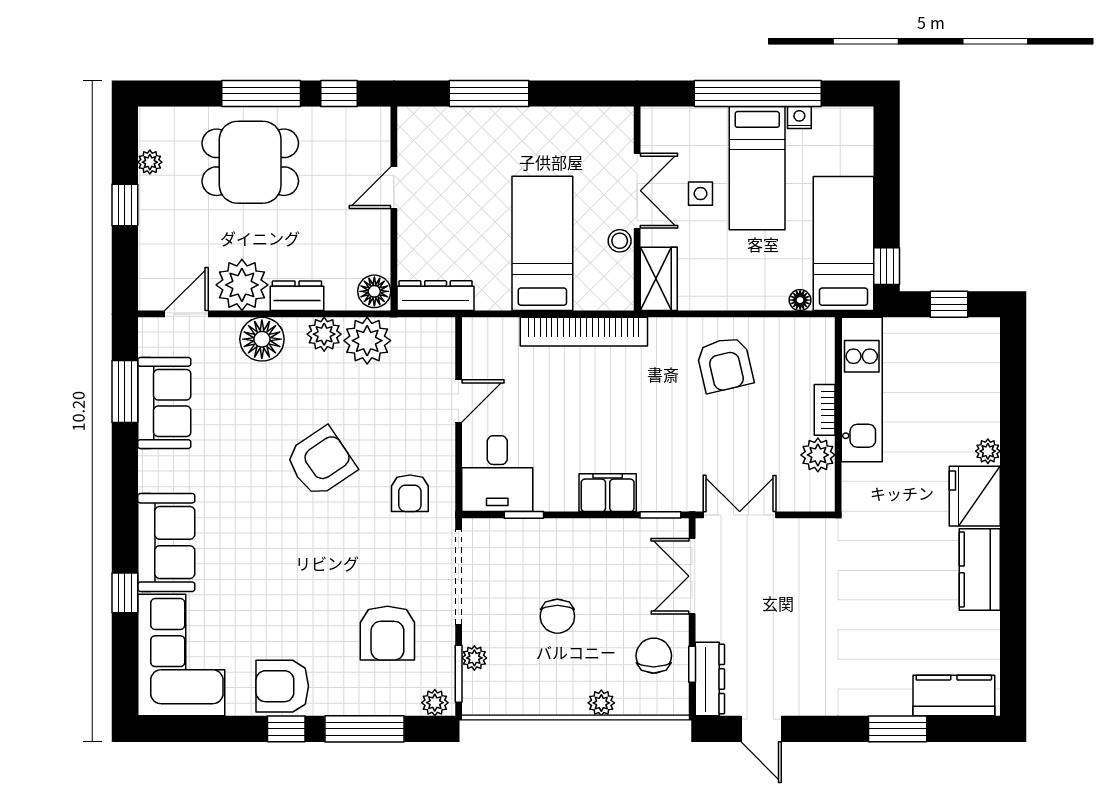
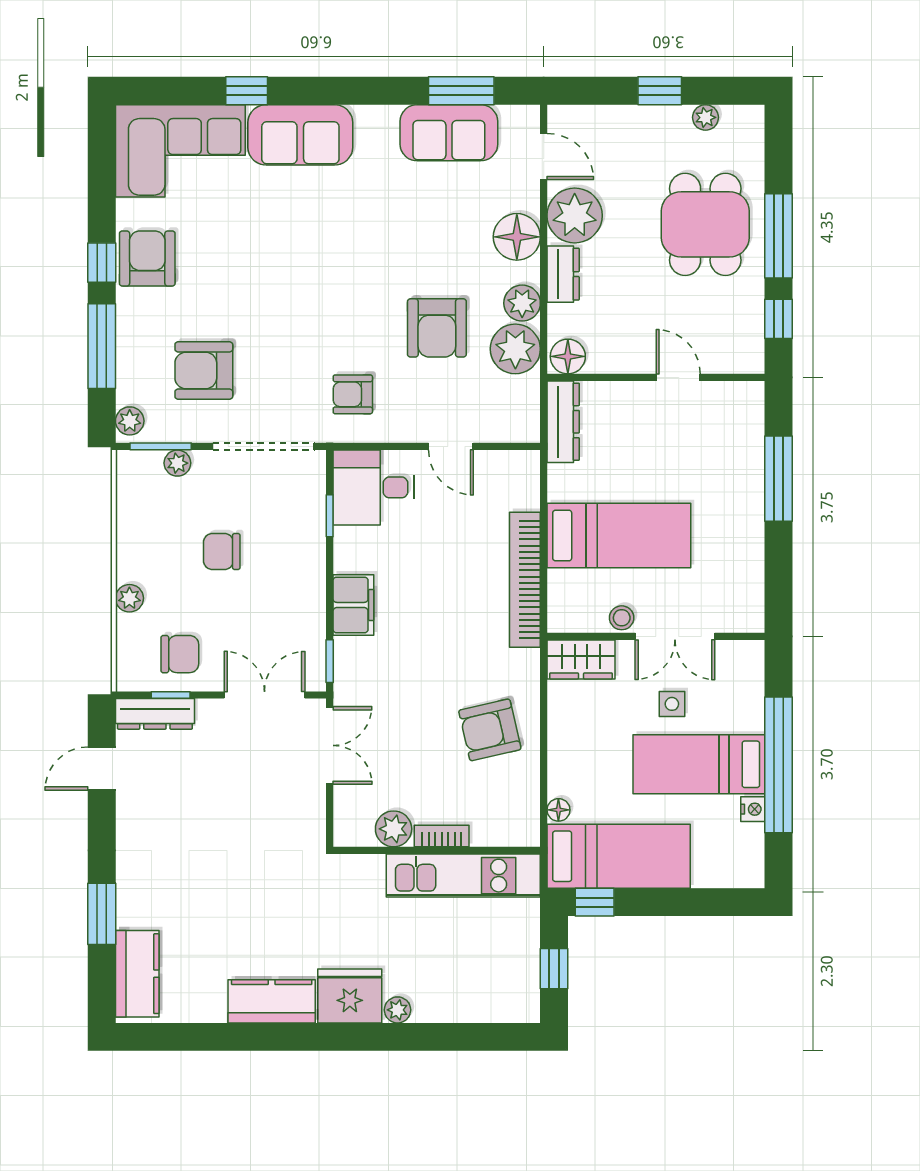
armchair: (321, 462) -> (437, 328), moved, turned 34

